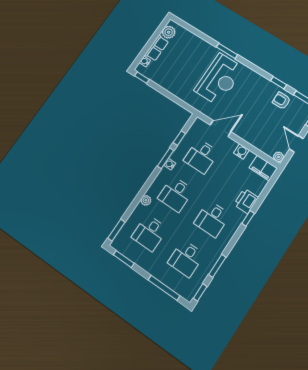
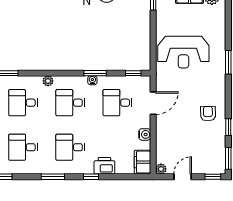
reception desk: (219, 79) -> (183, 52), moved
armchair: (281, 101) -> (208, 114), moved
door: (221, 128) -> (153, 103), hinge flipped
window: (179, 138) -> (133, 73), moved
window: (217, 266) -> (53, 177), moved

